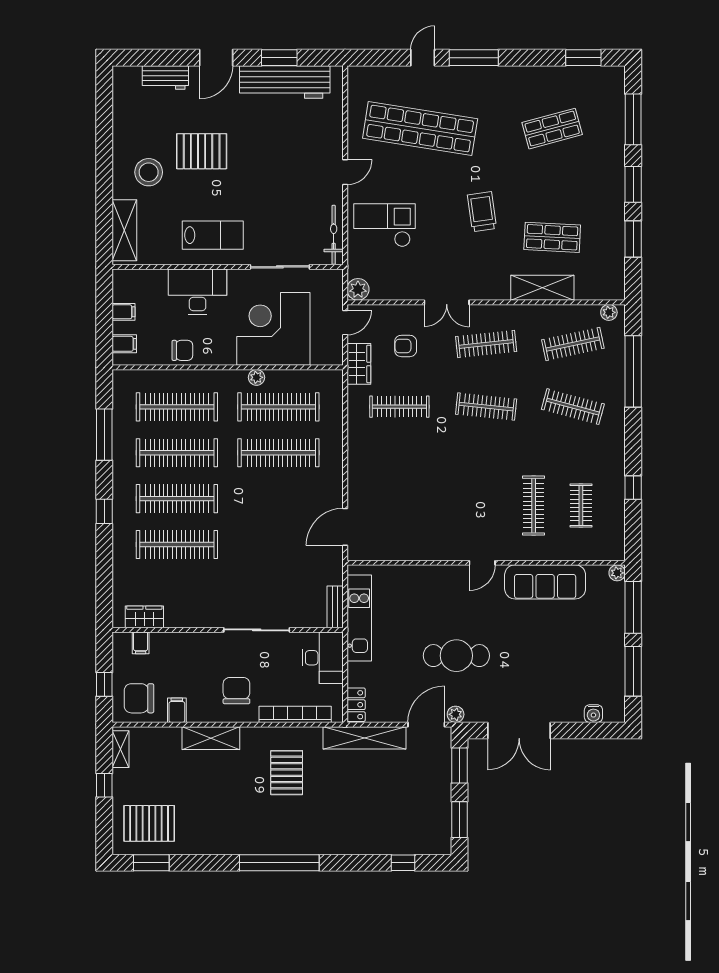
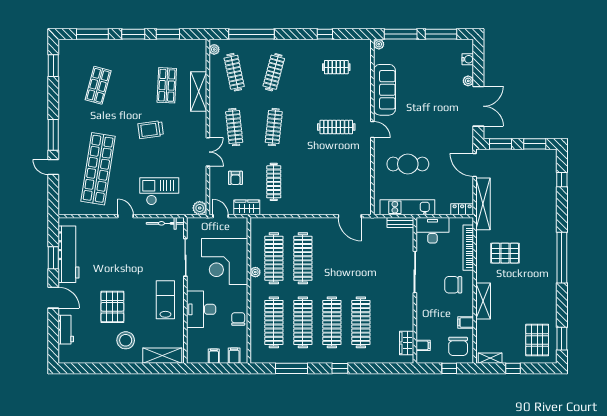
shop shelf: (552, 129) -> (98, 85), turned 30
checkout: (384, 225) -> (159, 191), turned 90
clothes rail: (534, 506) -> (336, 127), moved
cafe table: (456, 656) -> (408, 164), moved, turned 90
plant: (456, 714) -> (468, 81), moved

